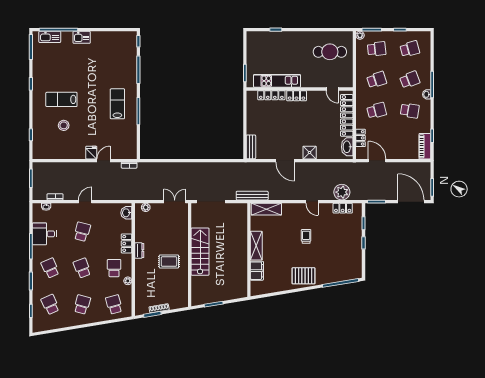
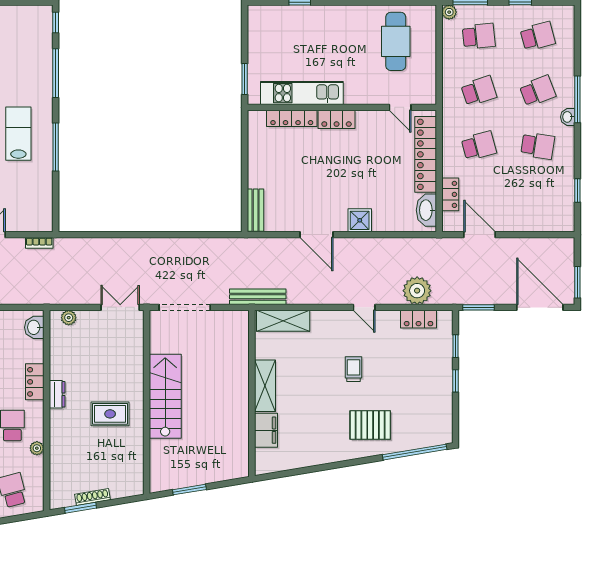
cafe table: (330, 52) -> (396, 41), turned 90
piano: (425, 146) -> (564, 209), removed
pallet: (304, 276) -> (370, 425), moved

